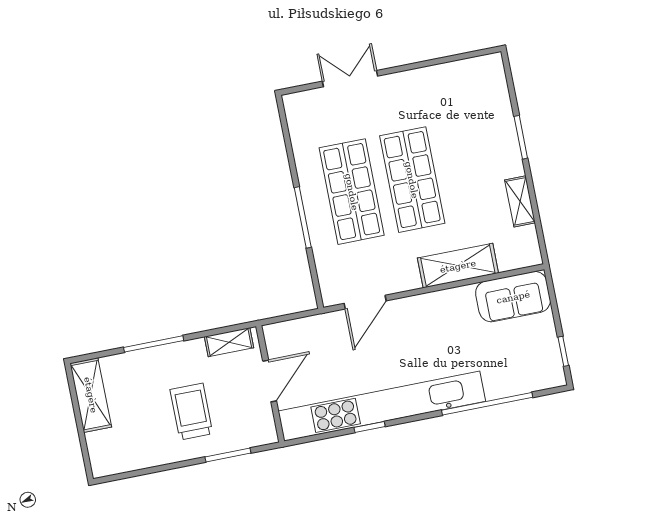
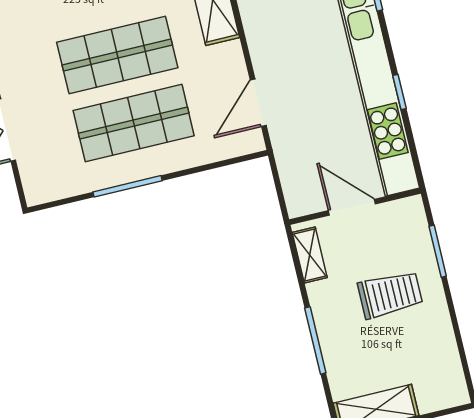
window: (303, 217) -> (127, 186), moved
door: (365, 302) -> (258, 103), swing flipped
trolley: (191, 412) -> (390, 295), turned 180

